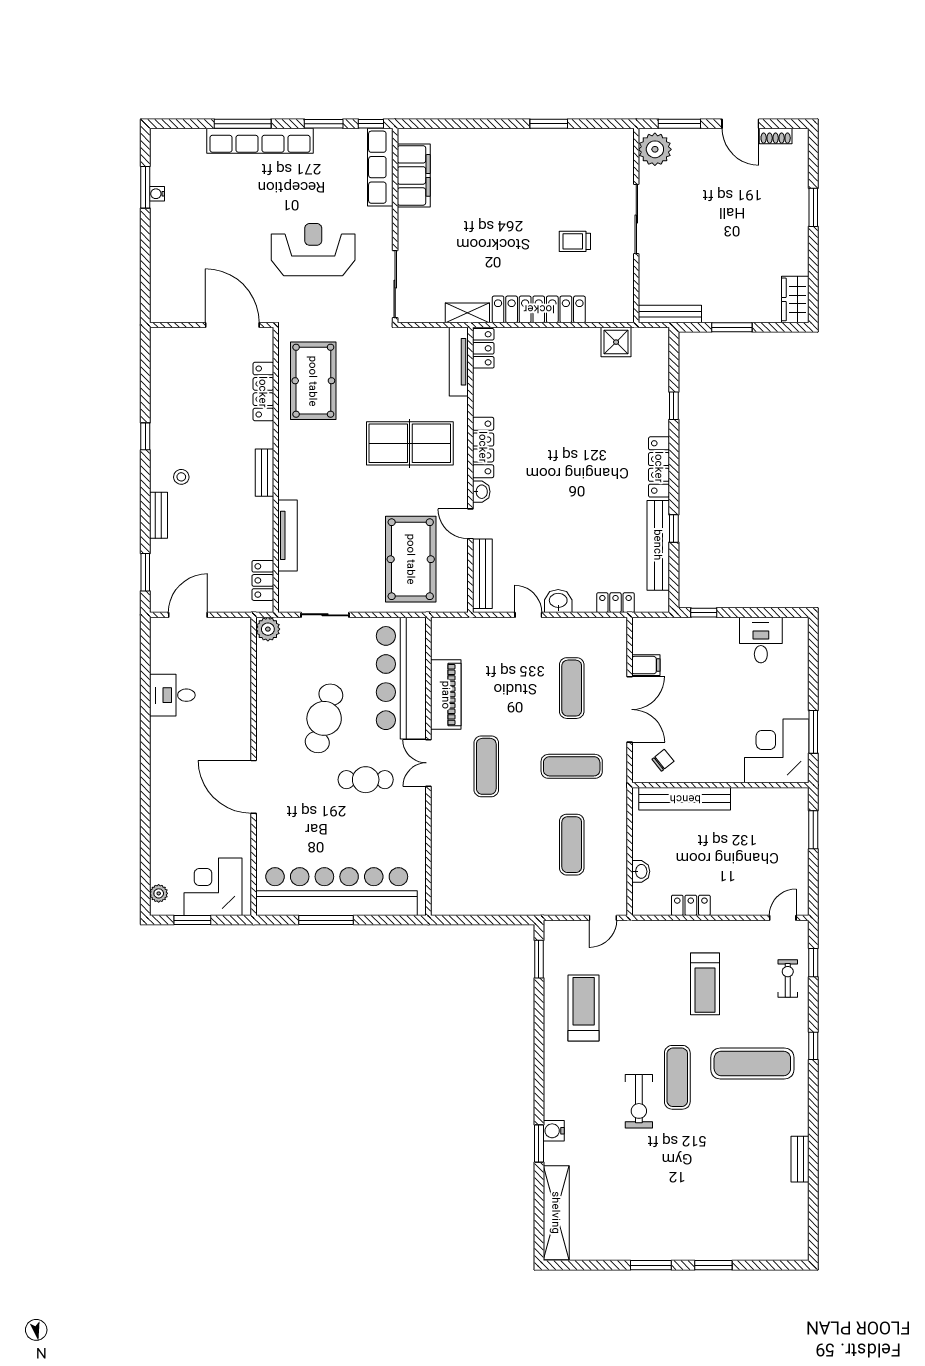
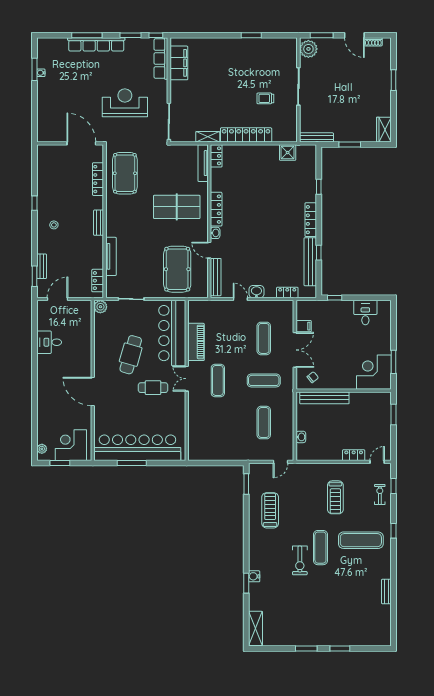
bench: (158, 515) -> (42, 266), moved
locker: (691, 905) -> (354, 455), moved
shelving: (556, 1213) -> (255, 628), width x0.68

